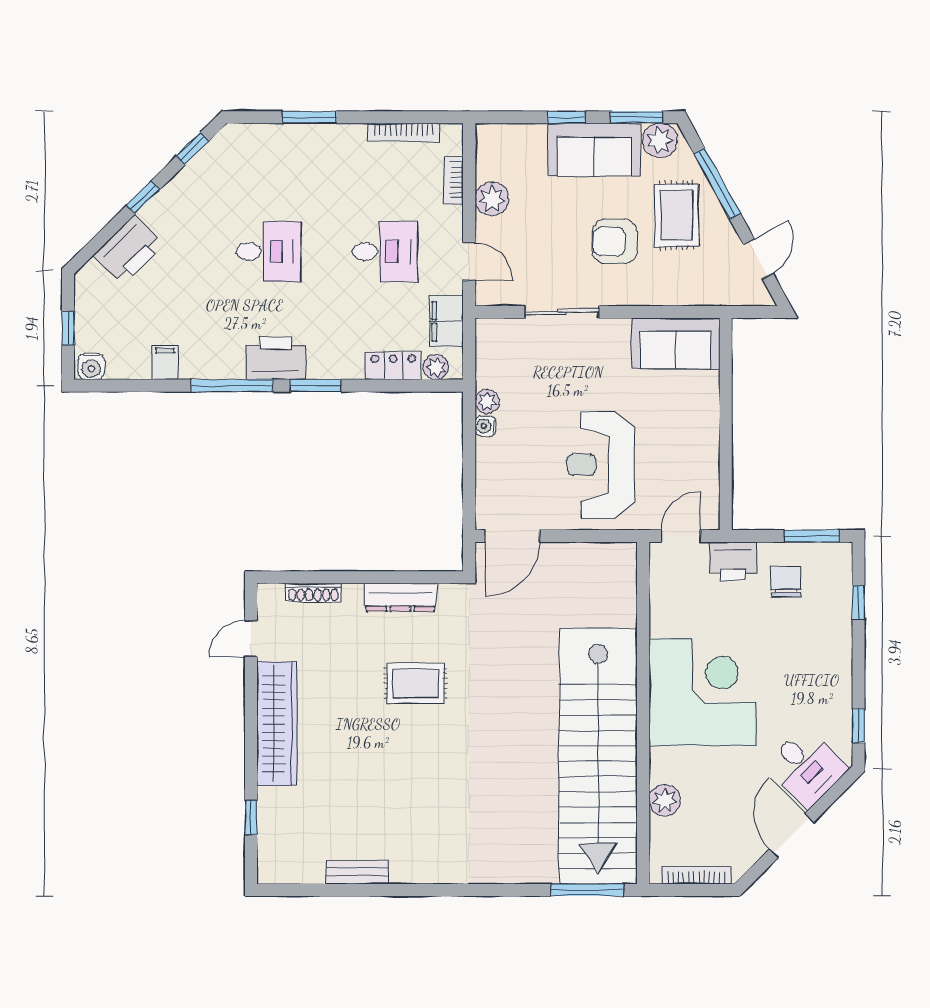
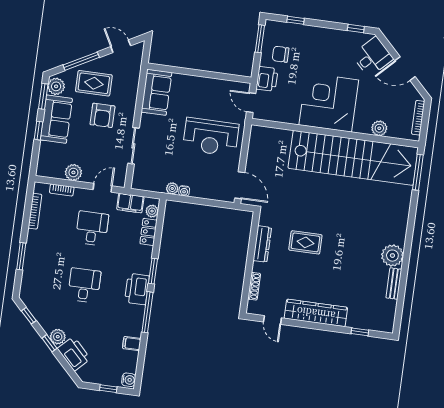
plant: (158, 212) -> (58, 337), added
rug: (415, 683) -> (305, 242), turned 90
plant: (413, 862) -> (392, 256), added

